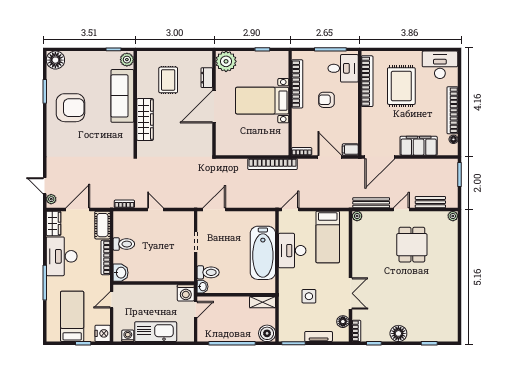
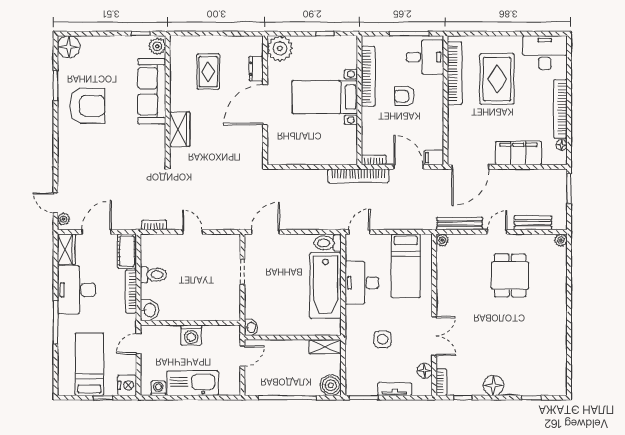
wardrobe: (145, 120) -> (180, 129), width x0.67
bookcase: (273, 164) -> (358, 176), moved
toilet: (208, 272) -> (328, 243), moved, turned 180
washing machine: (186, 293) -> (191, 335), moved

